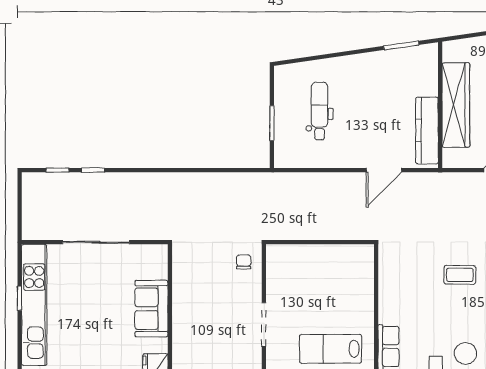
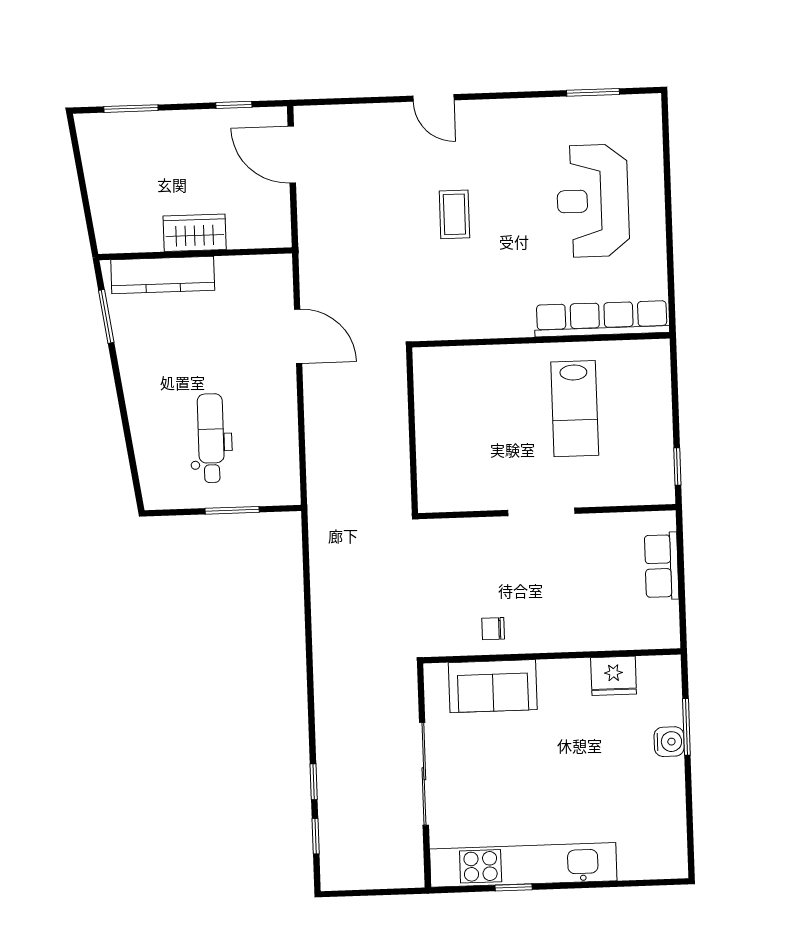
wardrobe: (456, 105) -> (195, 233), width x0.48, depth x0.85
dental chair: (319, 111) -> (211, 438), turned 90
kitchen counter: (427, 130) -> (163, 275), moved
chair: (244, 262) -> (493, 629), moved
sofa: (151, 309) -> (493, 686), moved

